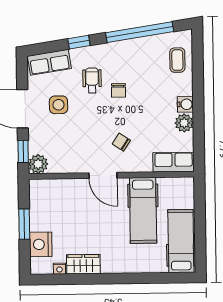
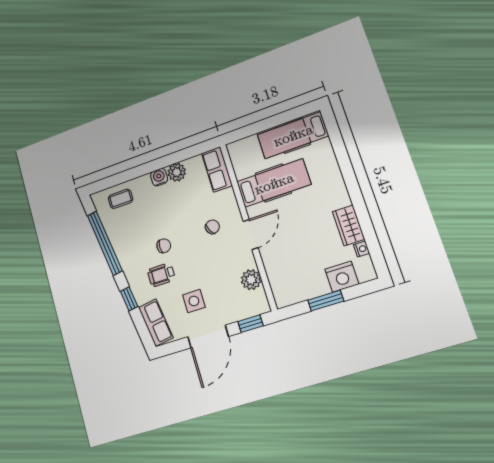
chair: (121, 142) -> (212, 227), turned -151
plant: (38, 164) -> (251, 280), moved

